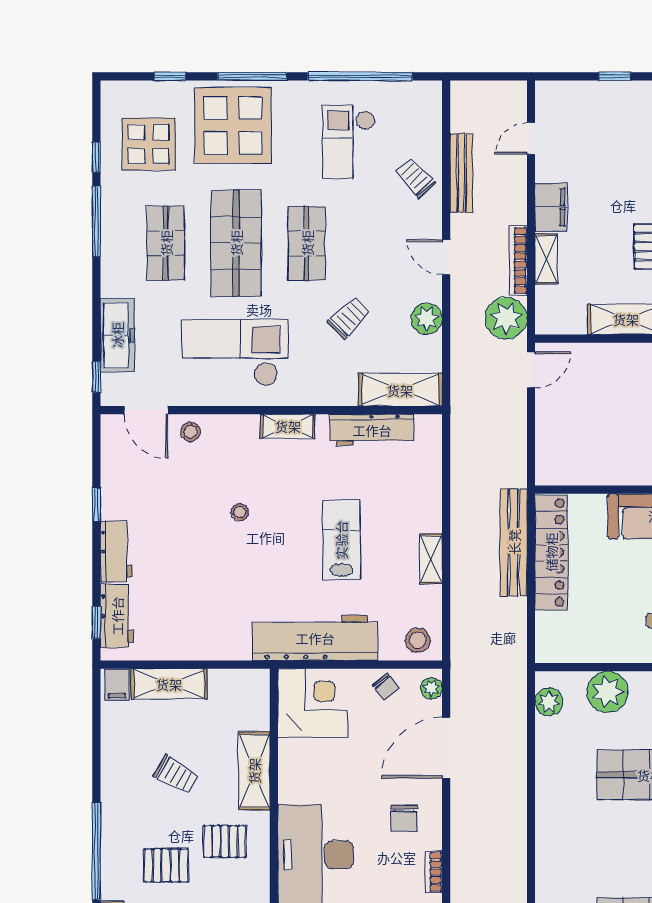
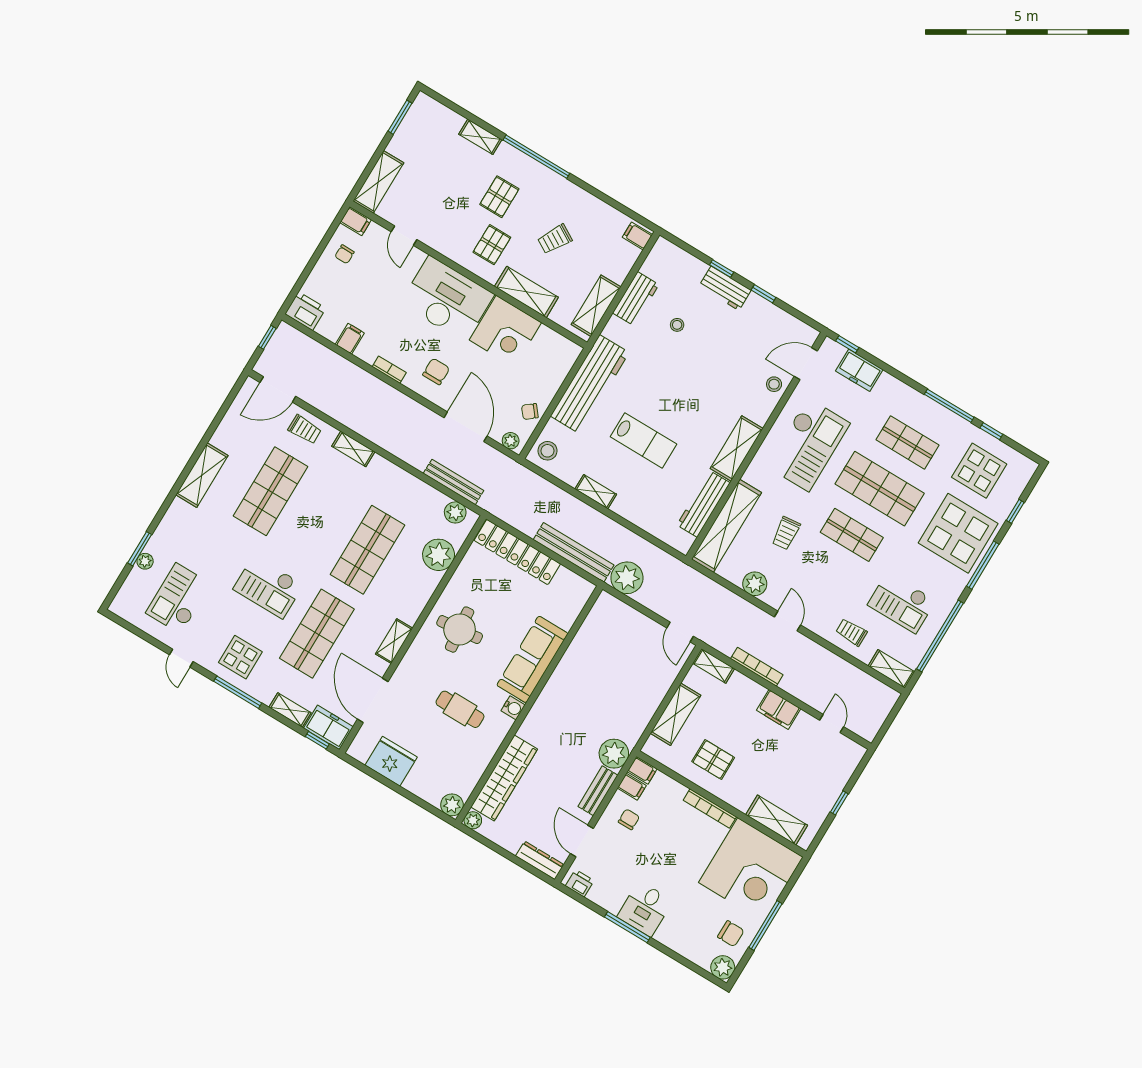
shelving: (430, 108) -> (891, 669), added
checkout: (349, 142) -> (902, 603), turned 180
bench: (461, 173) -> (454, 482), moved
trolley: (416, 178) -> (852, 632), turned -137
door: (446, 257) -> (787, 621), hinge flipped
shelving: (546, 259) -> (714, 666), moved
trolley: (349, 318) -> (786, 533), turned 38
plant: (506, 318) -> (627, 578), moved
freezer: (117, 335) -> (859, 370), width x0.71
shelving: (400, 390) -> (726, 526), width x1.47
shelving: (288, 426) -> (737, 448), width x1.50, depth x1.33
stool: (240, 512) -> (677, 325), moved
locker: (551, 552) -> (517, 552), moved
workbench: (117, 616) -> (636, 299), moved, turned -90
window: (96, 622) -> (722, 268), moved
shelving: (169, 684) -> (596, 306), moved
corner desk: (312, 703) -> (505, 331), moved
chair: (404, 818) -> (436, 371), turned 90
shelving: (547, 859) -> (353, 449), added

